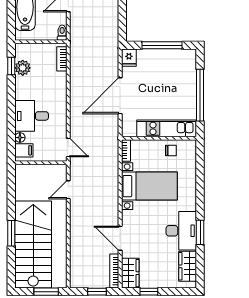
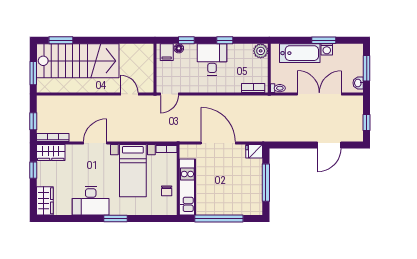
window: (11, 66) -> (225, 40), moved
plant: (23, 68) -> (261, 51), moved
desk: (32, 116) -> (212, 59), moved
window: (11, 130) -> (186, 40), added
window: (200, 232) -> (115, 218), moved
window: (11, 233) -> (61, 40), moved
door: (120, 238) -> (95, 143), moved
wardrobe: (188, 266) -> (45, 201), moved, turned 90

